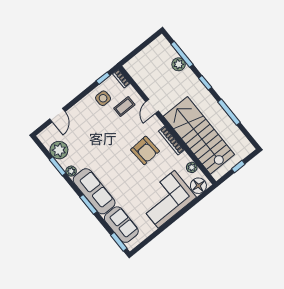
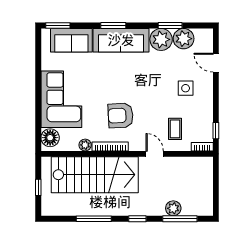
side table: (103, 98) -> (186, 88), moved
plant: (192, 167) -> (85, 145), moved
plant: (71, 171) -> (161, 39), width x1.88, depth x1.88

